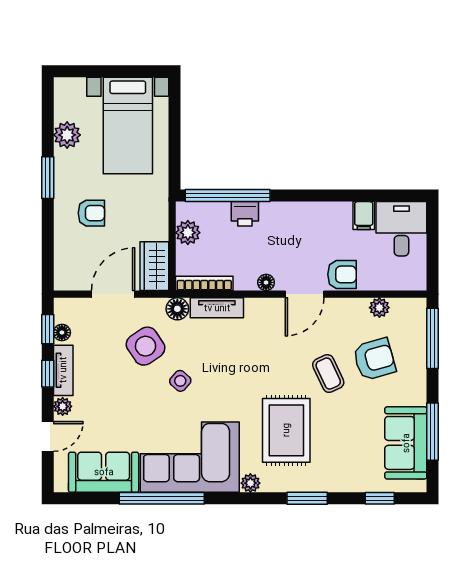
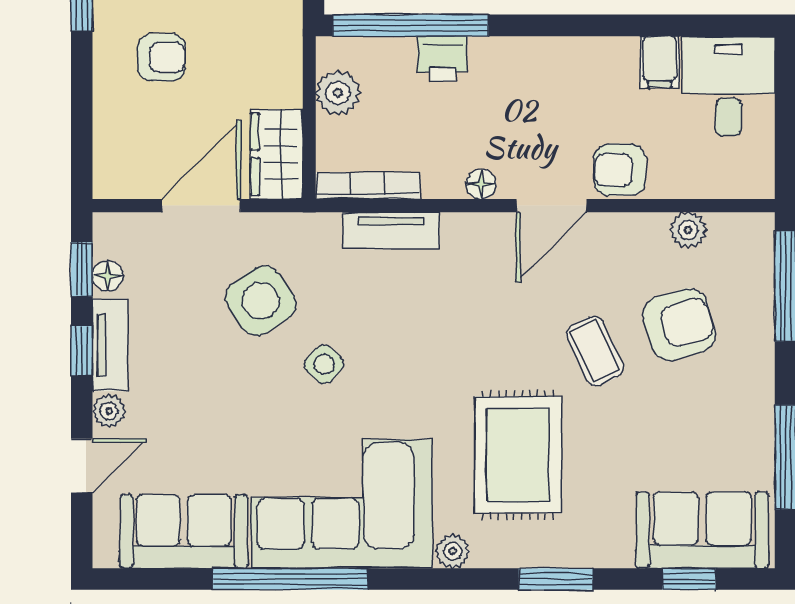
armchair: (342, 274) -> (620, 170), turned 180
floor lamp: (177, 309) -> (319, 232), removed
sofa: (406, 443) -> (702, 530), moved, turned 90

